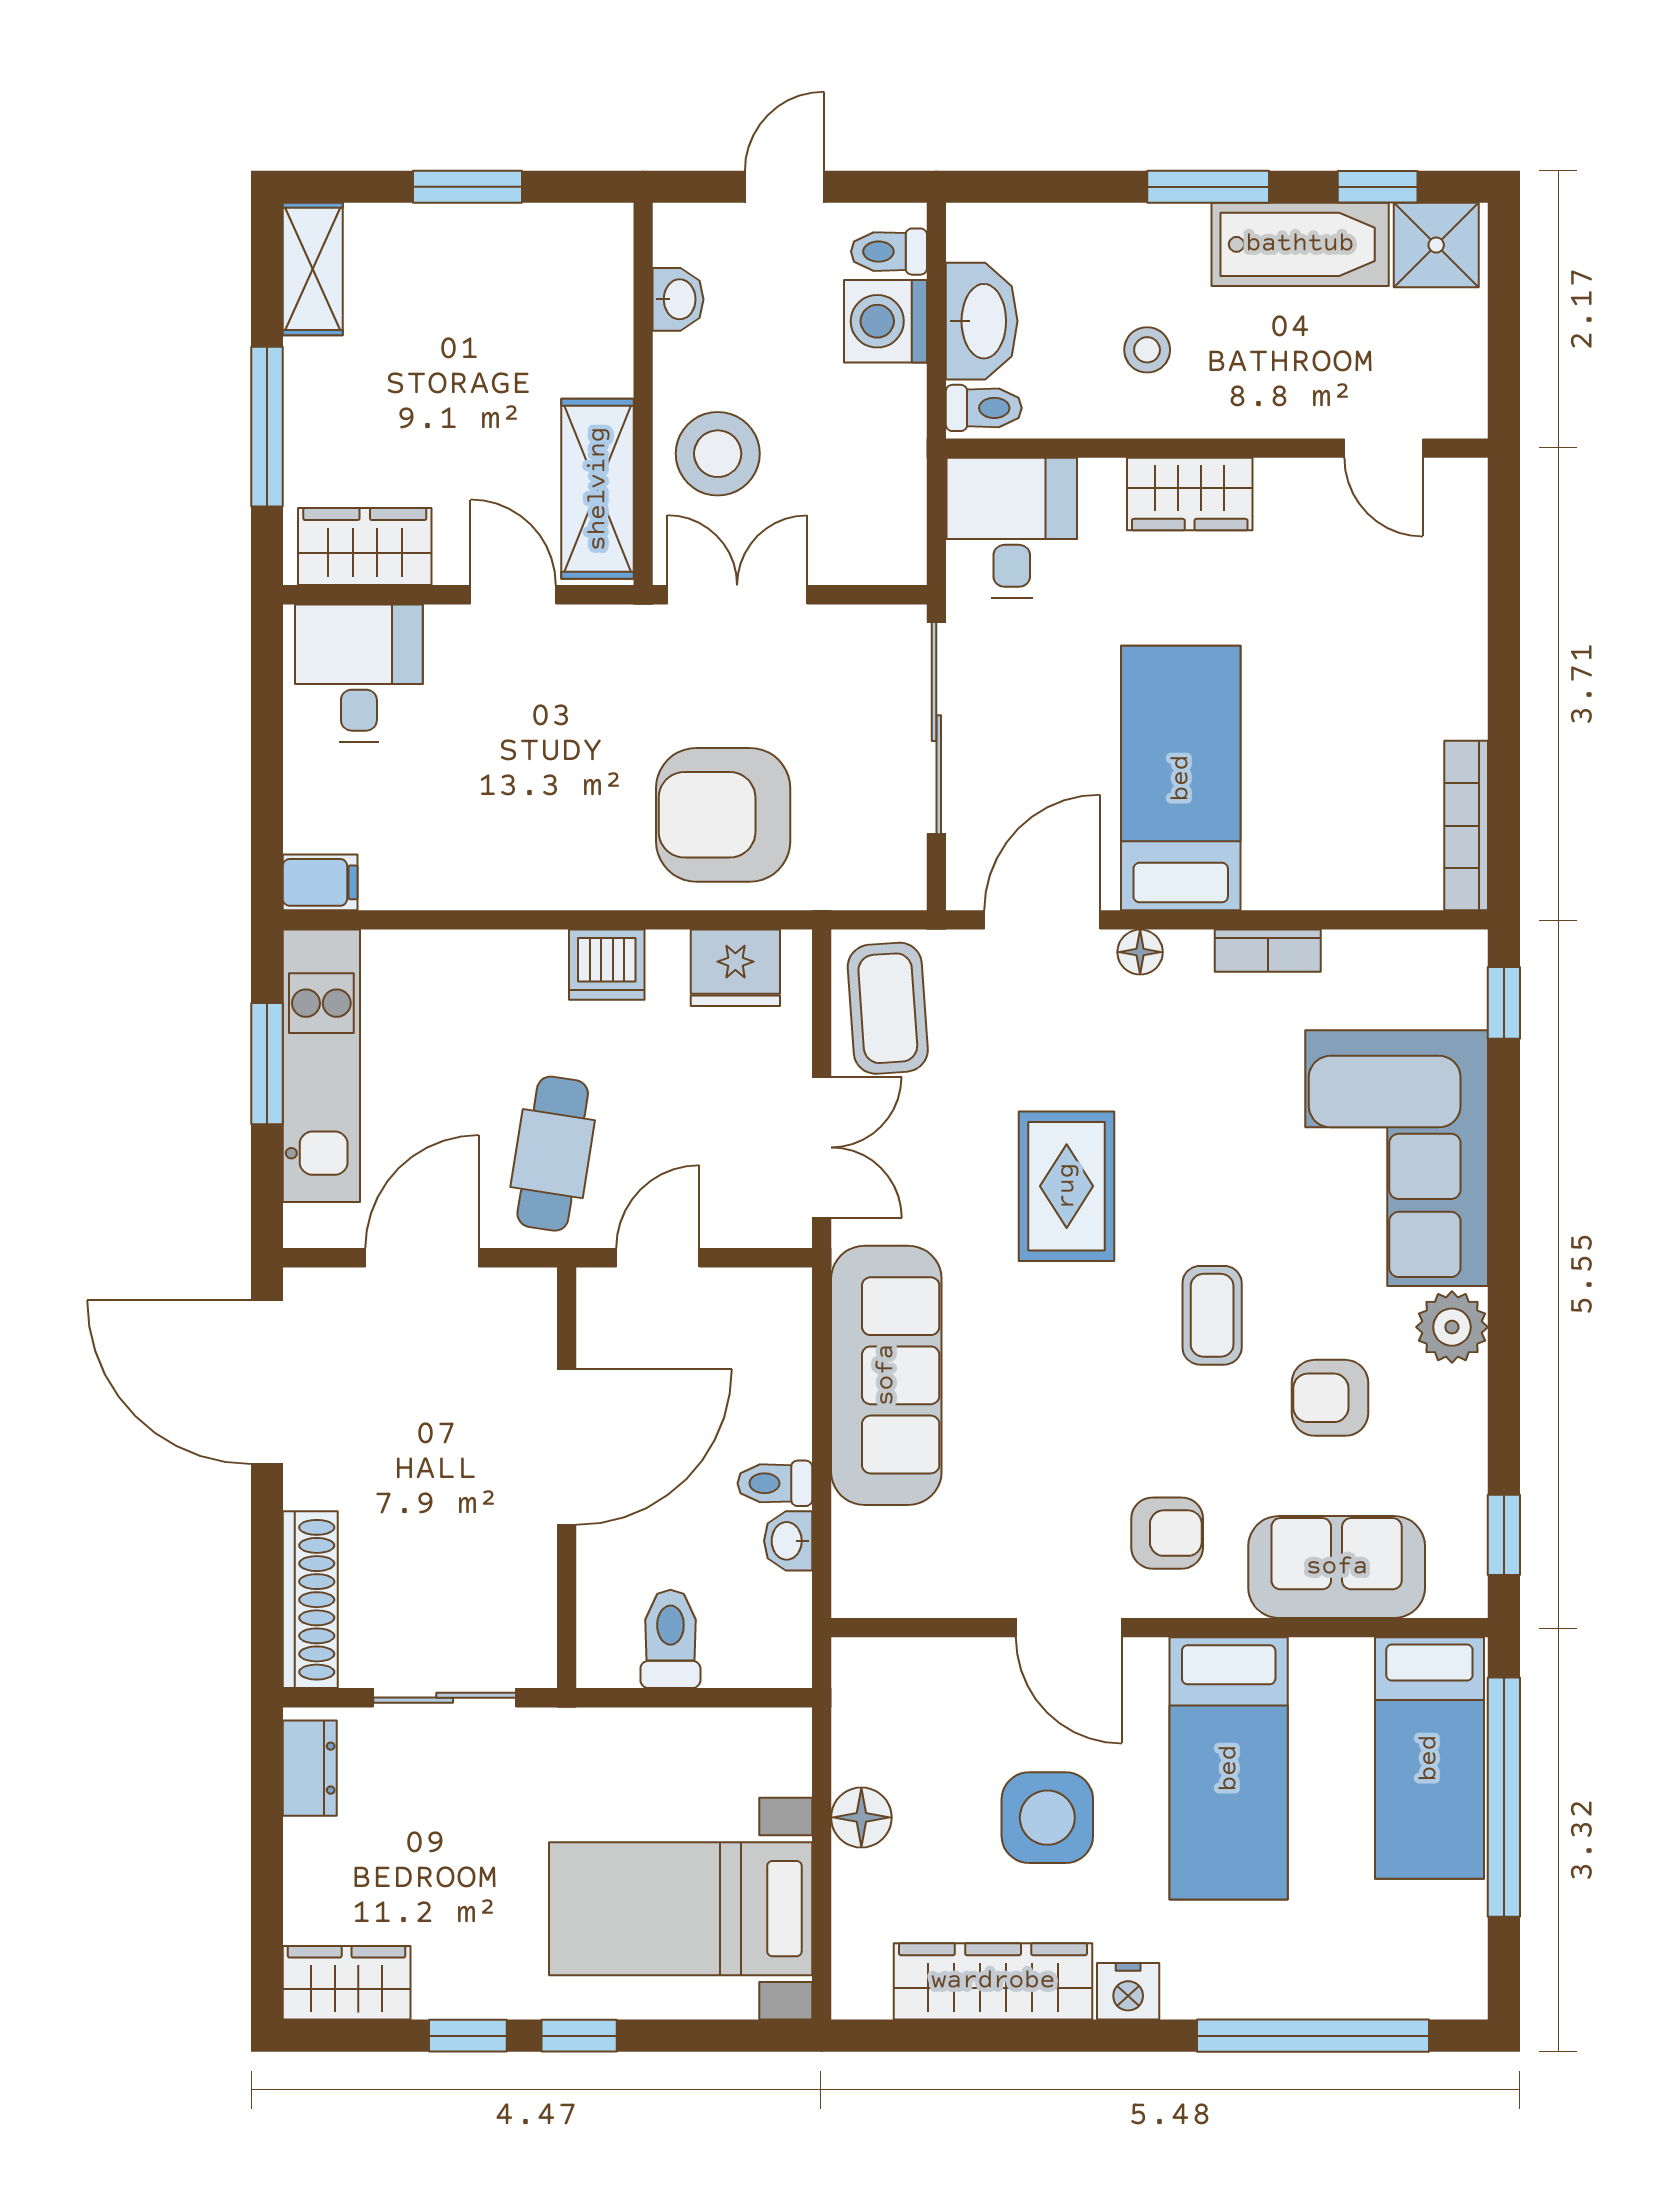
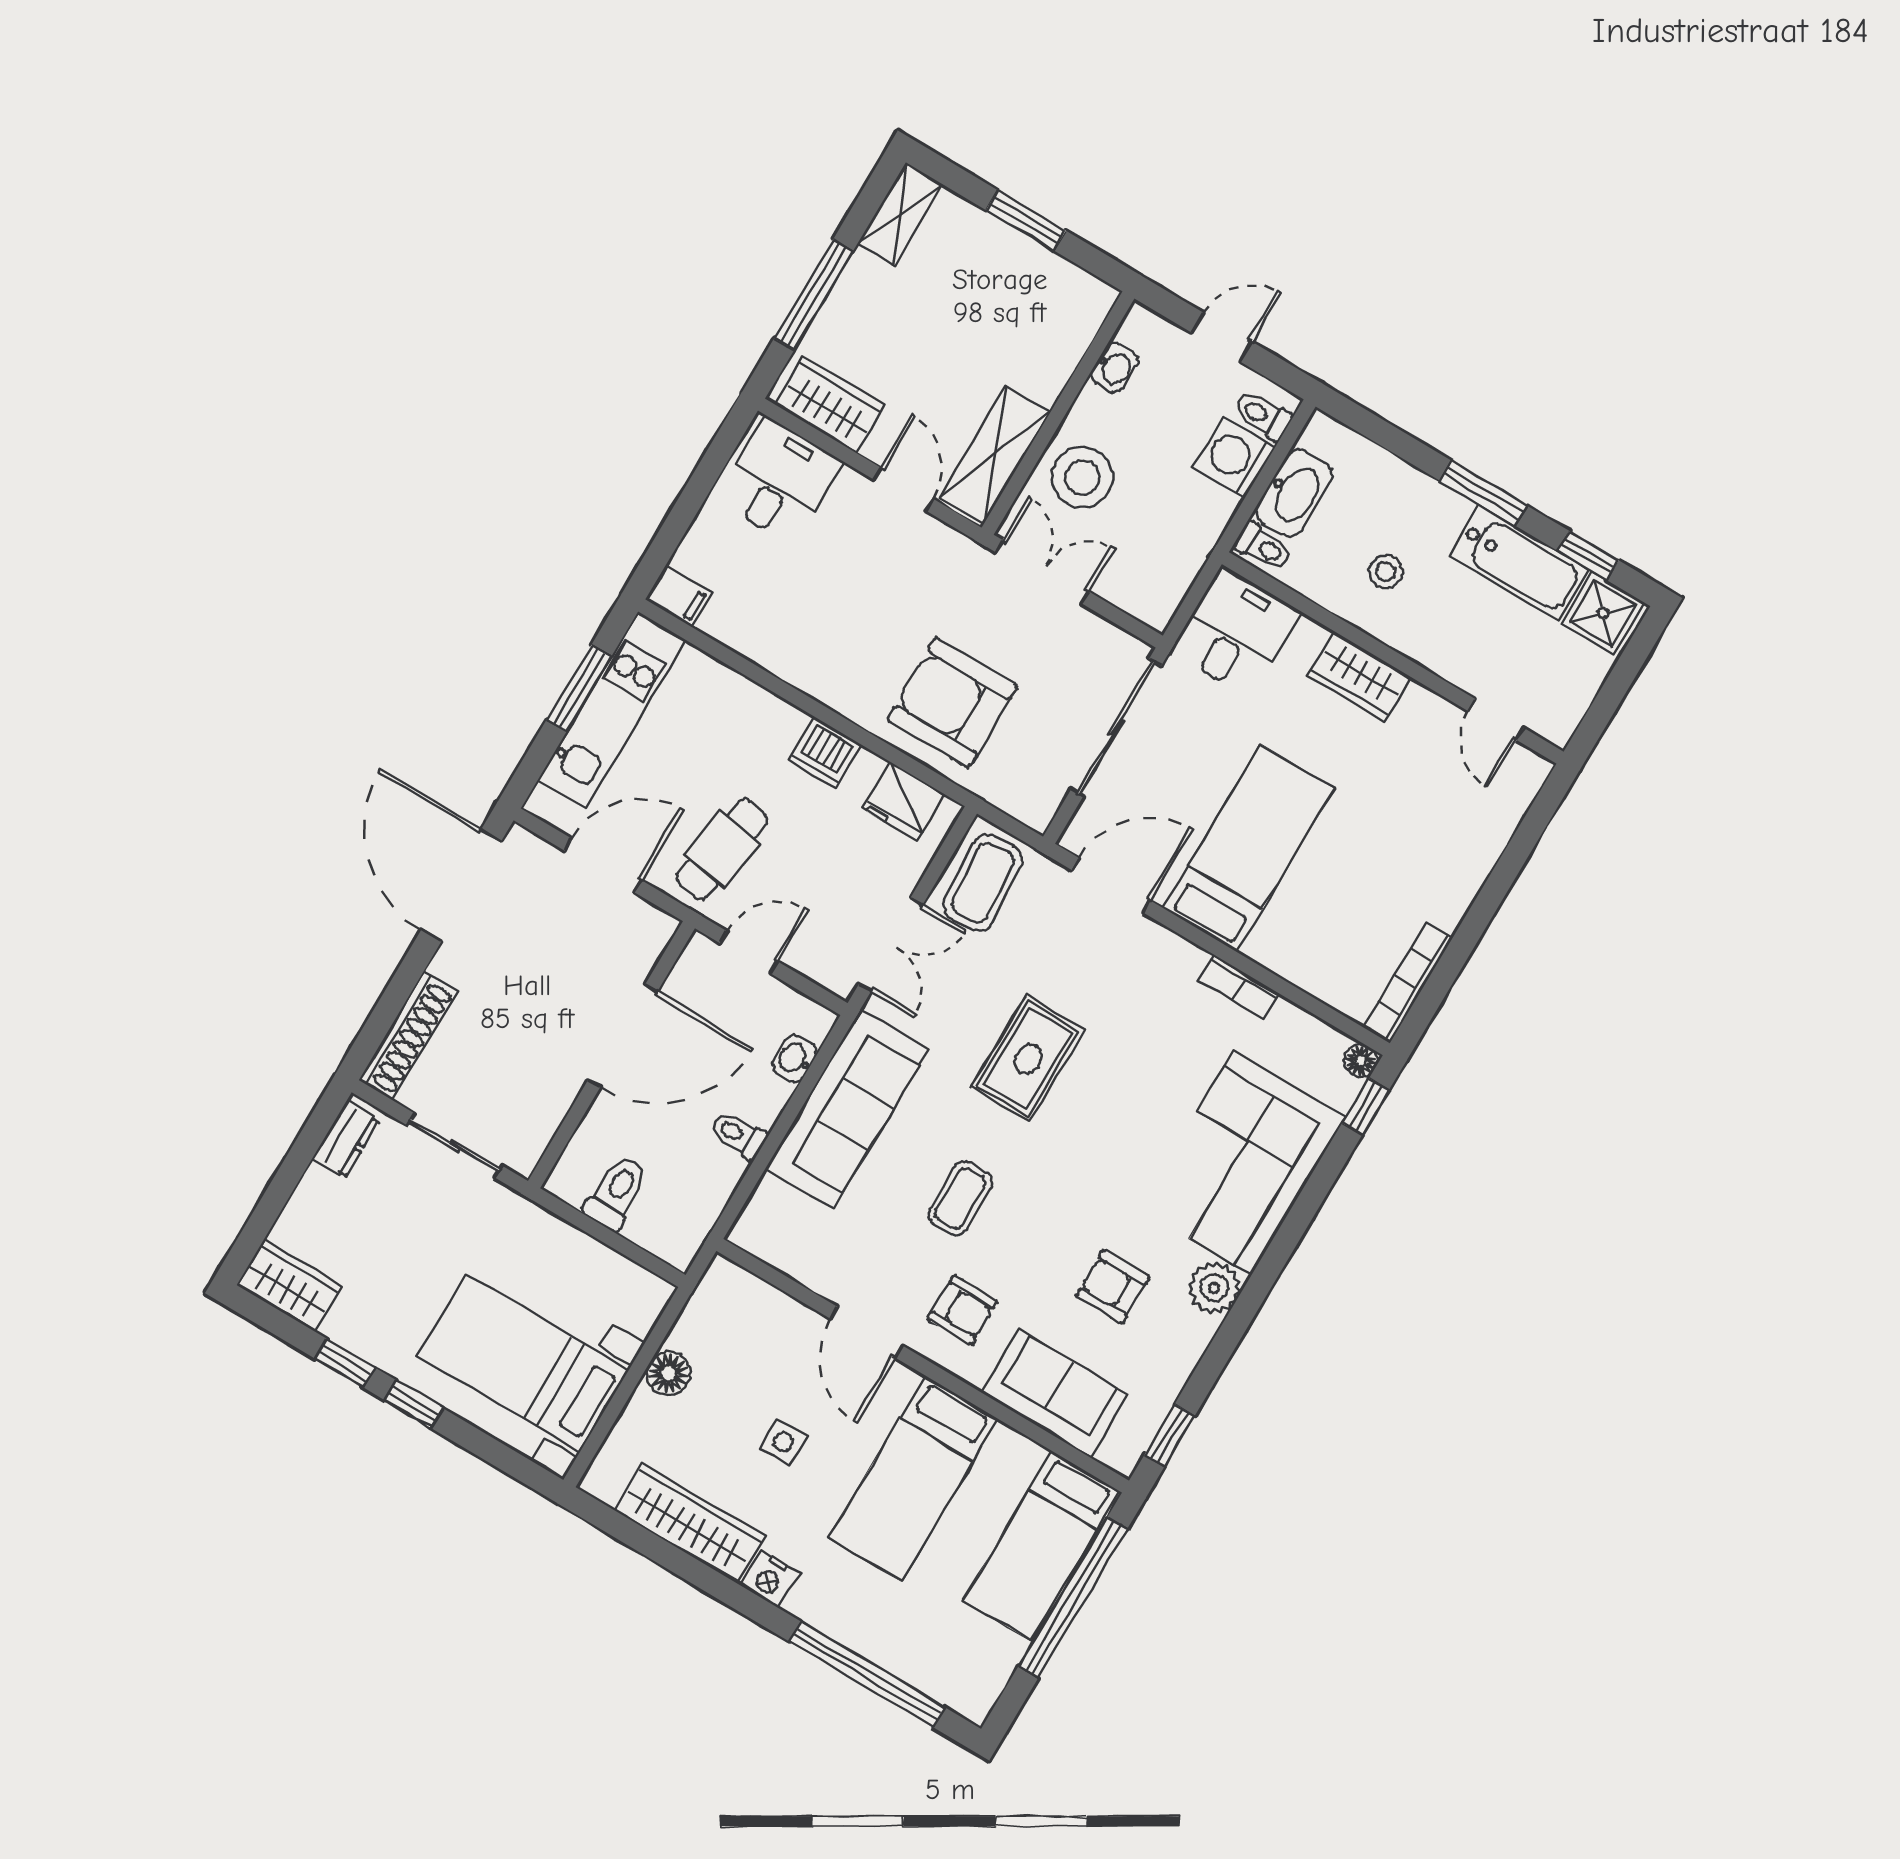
floor lamp: (1140, 952) -> (1361, 1061), moved
coffee table: (1212, 1315) -> (960, 1198), moved
washbasin: (788, 1541) -> (795, 1059), moved
side table: (1047, 1818) -> (783, 1442), width x0.54, depth x0.54

